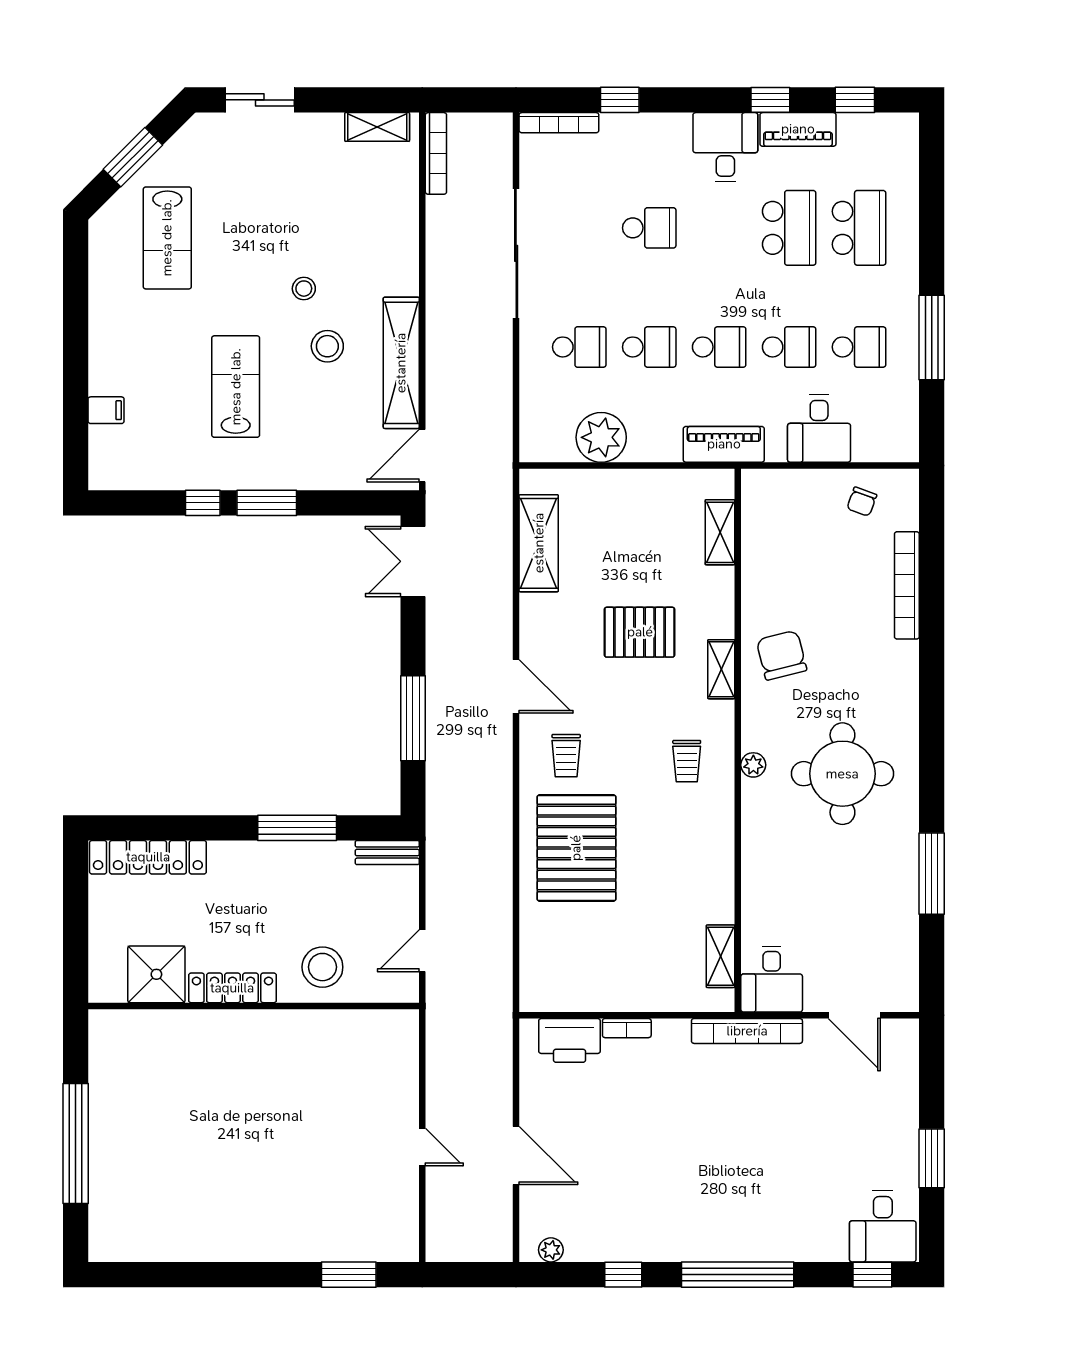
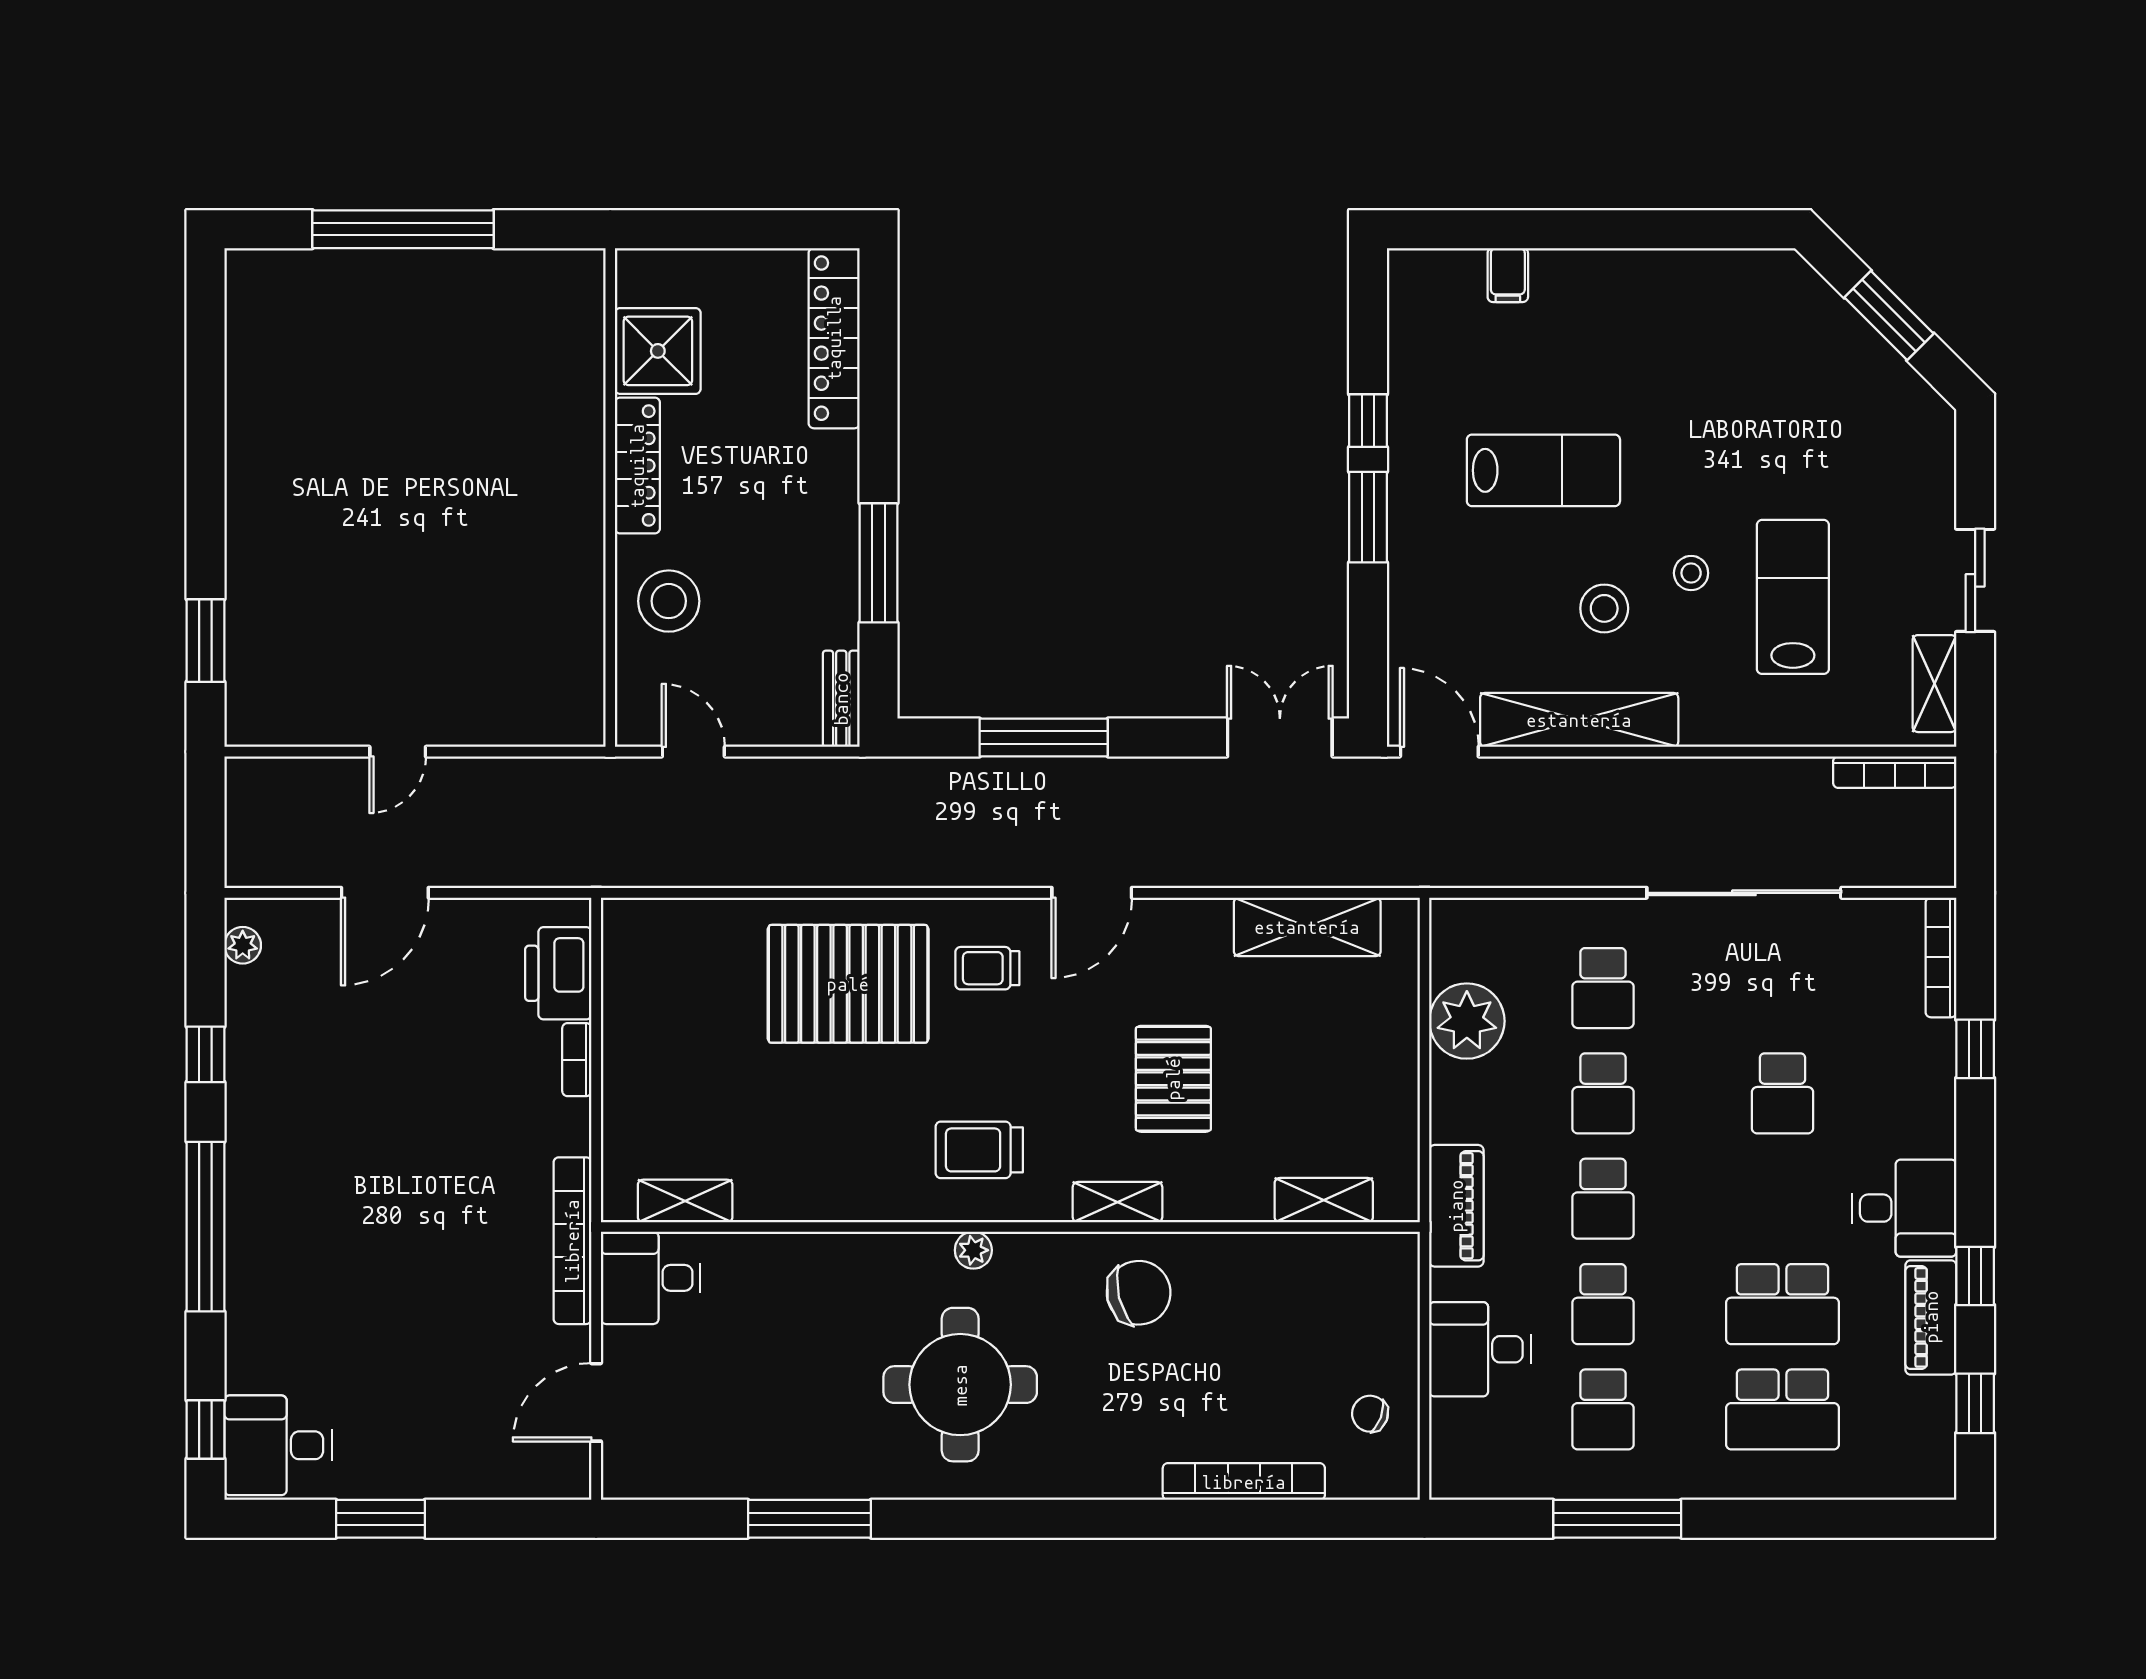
sliding door: (260, 100) -> (1975, 580), moved
lab bench: (167, 238) -> (1793, 597), moved, turned 90
trolley: (687, 761) -> (979, 1150), width x1.36, depth x1.39

